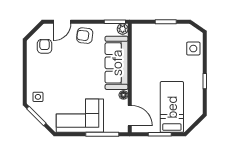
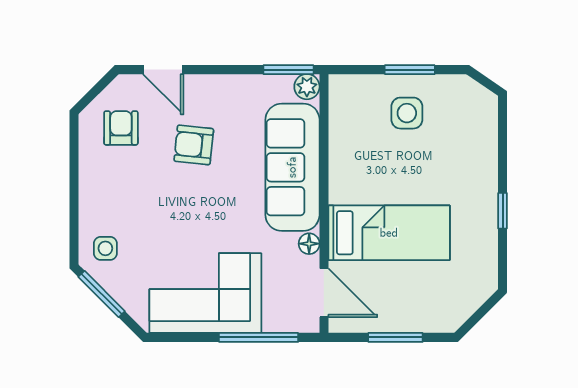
door: (62, 22) -> (163, 70), hinge flipped
armchair: (85, 36) -> (194, 145), moved
side table: (193, 49) -> (407, 113), moved
bed: (172, 107) -> (389, 233), moved, turned 90

